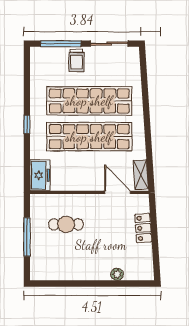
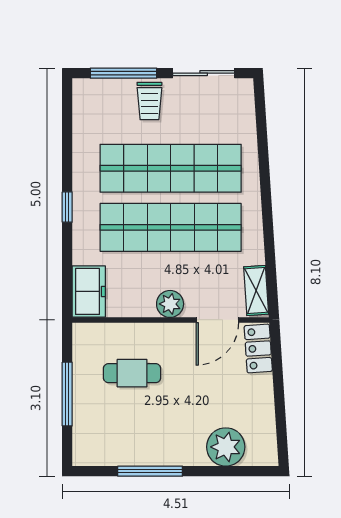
plant: (89, 183) -> (170, 304), added
door: (117, 192) -> (217, 320), swing flipped
locker: (143, 228) -> (258, 349), moved
plant: (117, 274) -> (226, 447), width x1.88, depth x1.88
window: (77, 283) -> (150, 471), added

